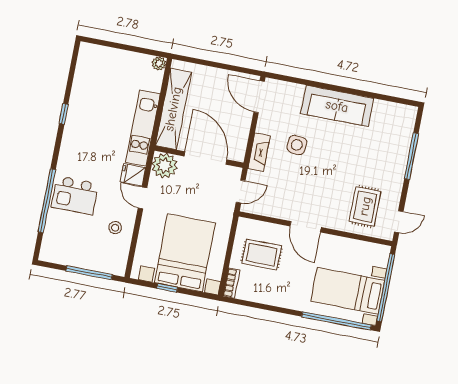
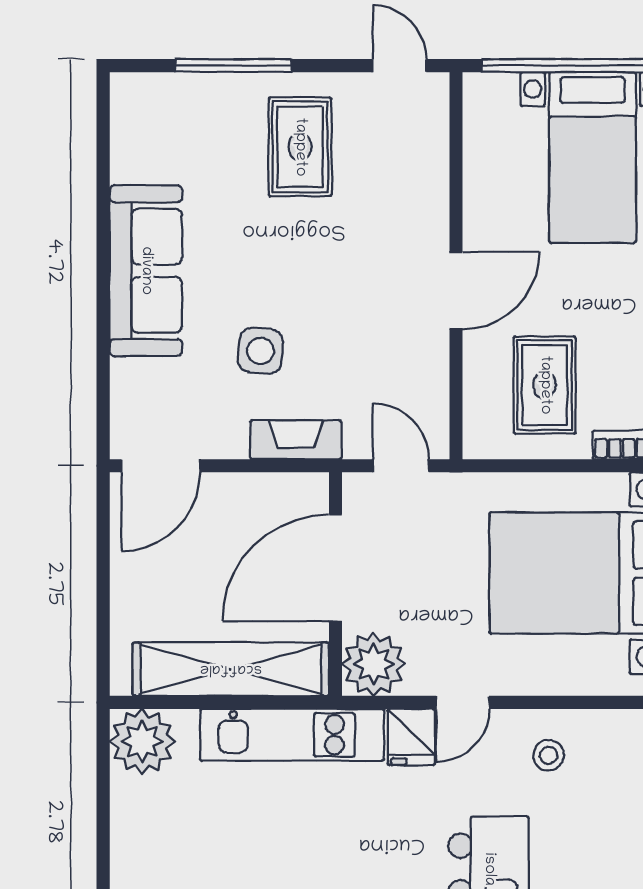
plant: (159, 63) -> (142, 741), width x1.88, depth x1.88
rug: (365, 206) -> (300, 147), moved, turned 90

